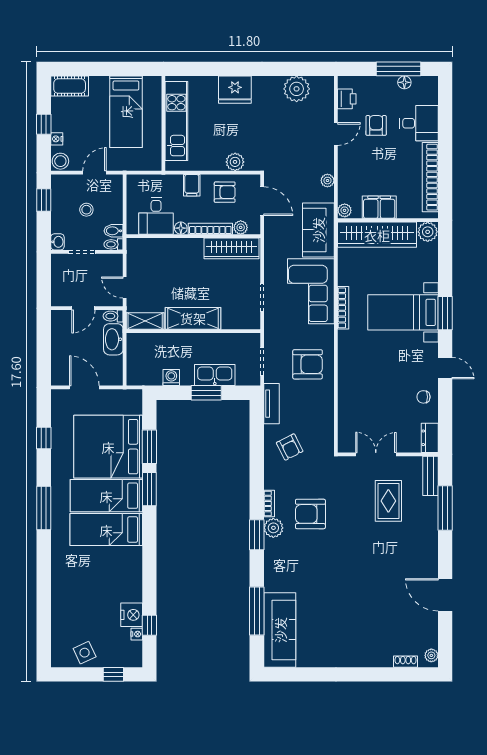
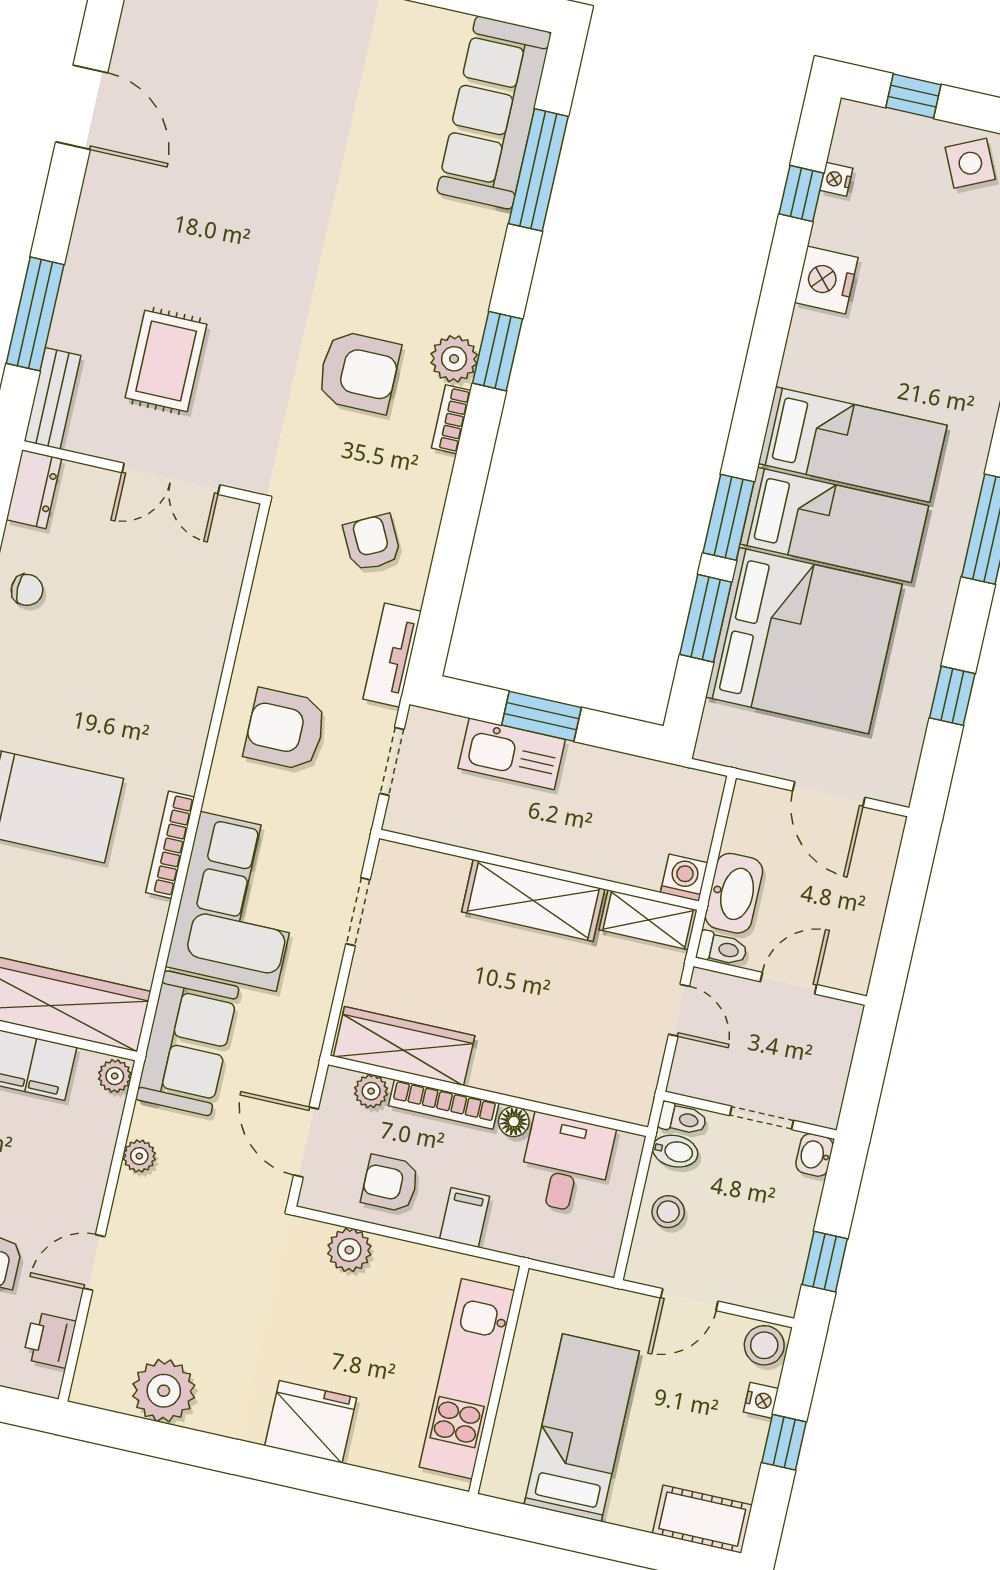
stool: (86, 210) -> (668, 1212), moved
washing machine: (171, 378) -> (684, 878), moved, turned 180
nightstand: (132, 615) -> (826, 280), moved

